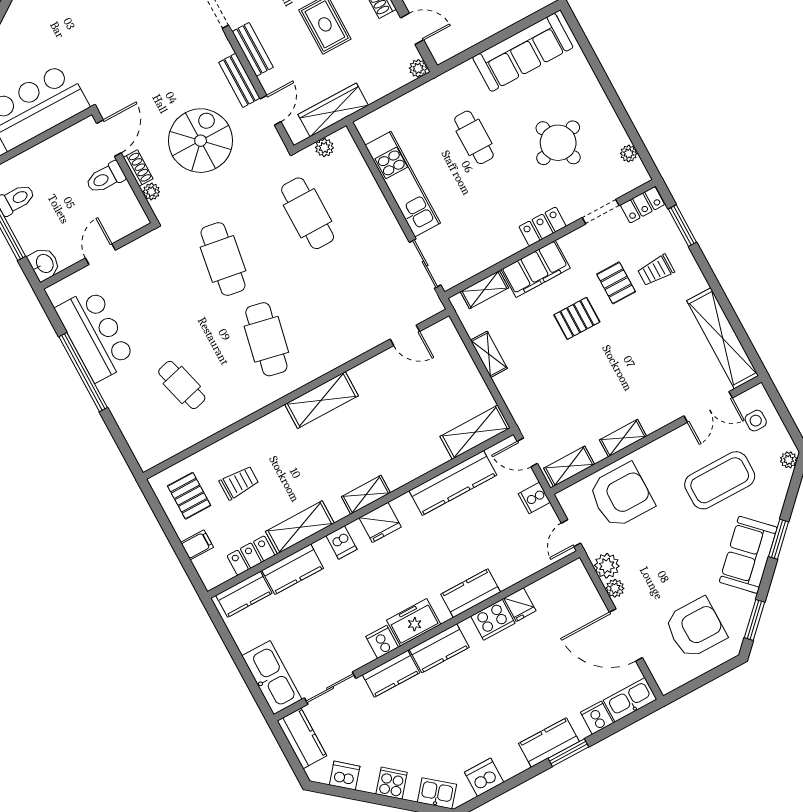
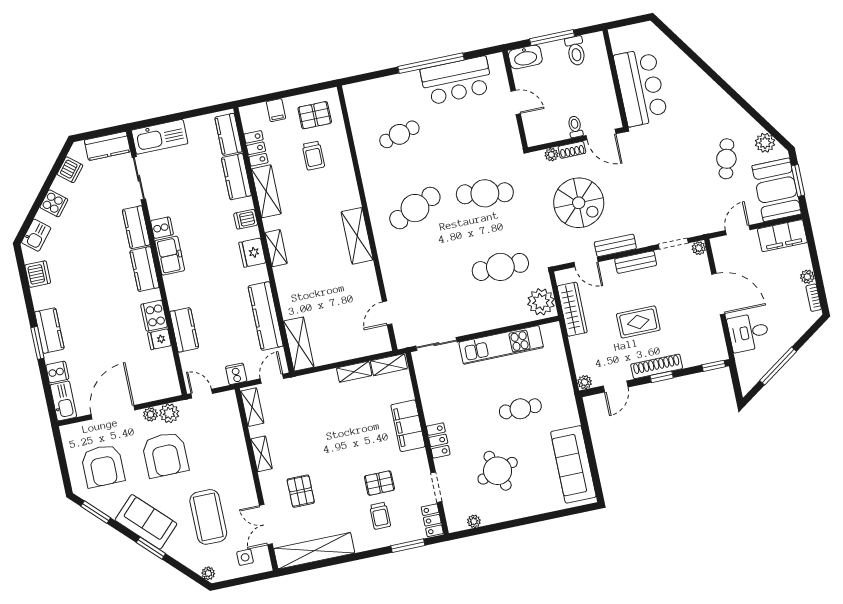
plant: (324, 148) -> (541, 302), width x1.88, depth x1.88
toilet: (106, 178) -> (575, 127), width x0.73, depth x0.72
washbasin: (44, 264) -> (525, 57), width x1.38
trolley: (656, 270) -> (380, 516), turned 180
shelving: (484, 290) -> (389, 365), moved, turned 90
pallet: (577, 318) -> (301, 491), moved
cafe table: (266, 339) -> (415, 208), turned -36
armchair: (621, 496) -> (165, 455), moved
kitchen counter: (471, 593) -> (184, 330), moved

